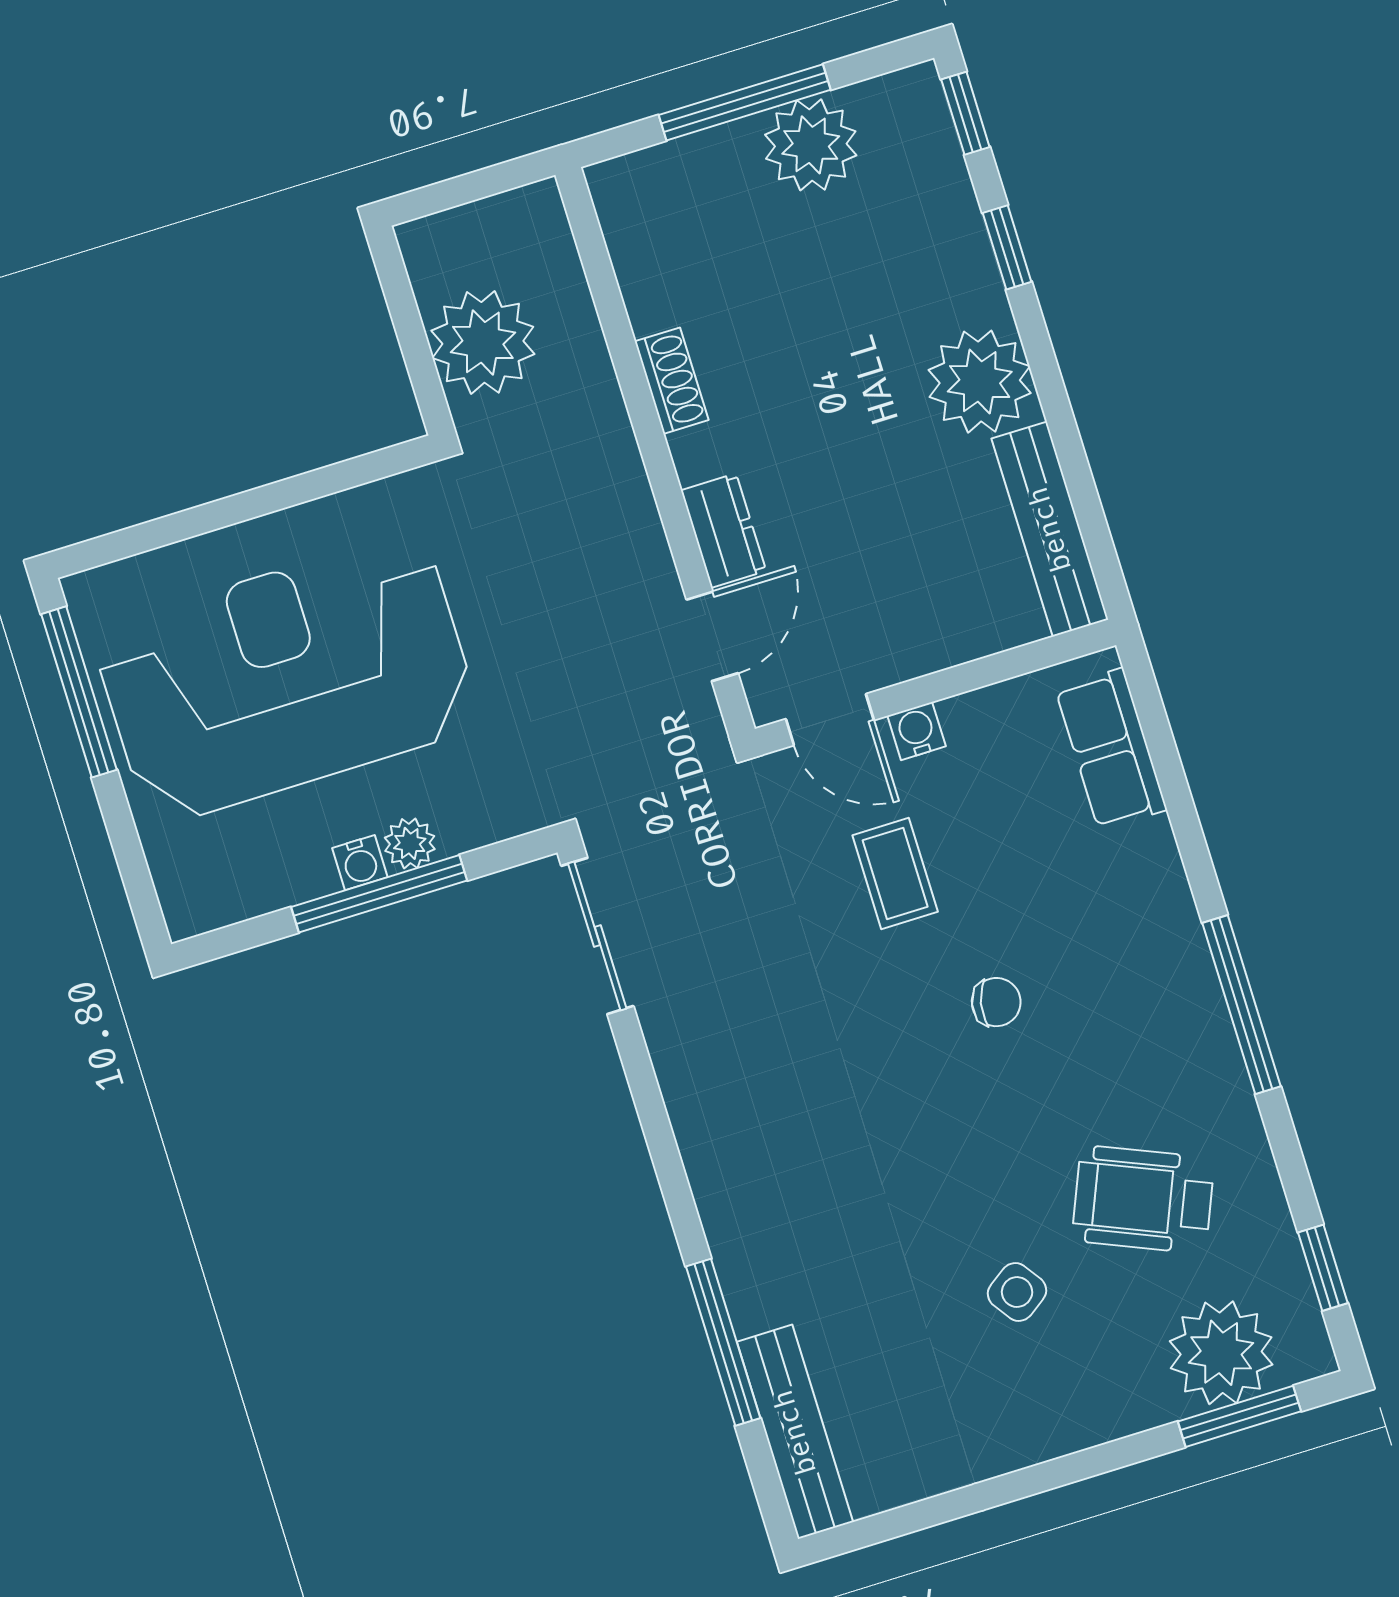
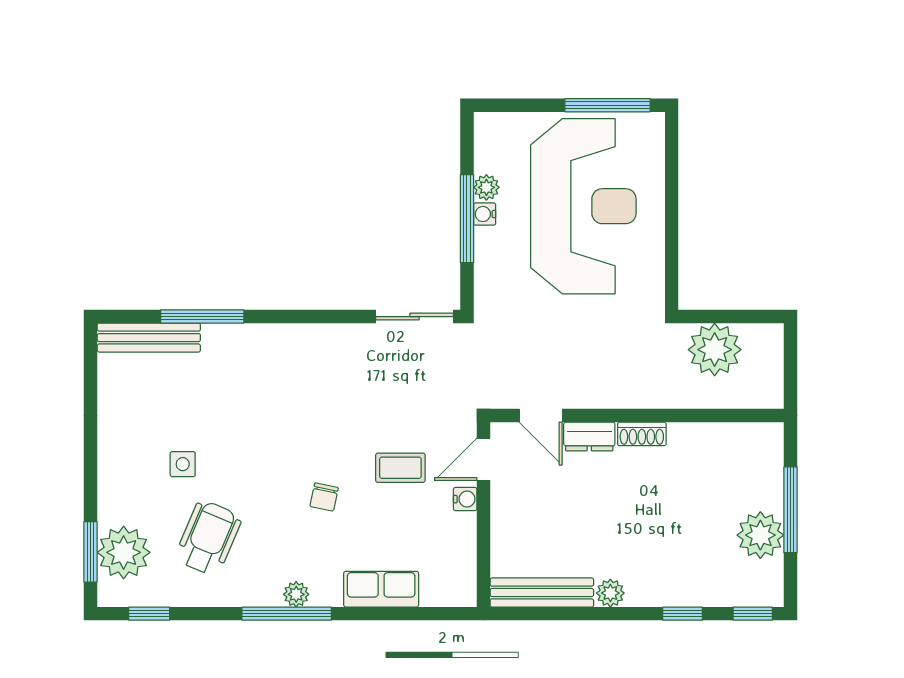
shoe rack: (672, 381) -> (642, 434), moved
plant: (980, 382) -> (610, 593), width x0.53, depth x0.53
row of seats: (1111, 749) -> (381, 589), moved
plant: (410, 843) -> (486, 187), moved
plant: (1199, 998) -> (296, 594), added
side table: (1017, 1292) -> (183, 464), turned 35

